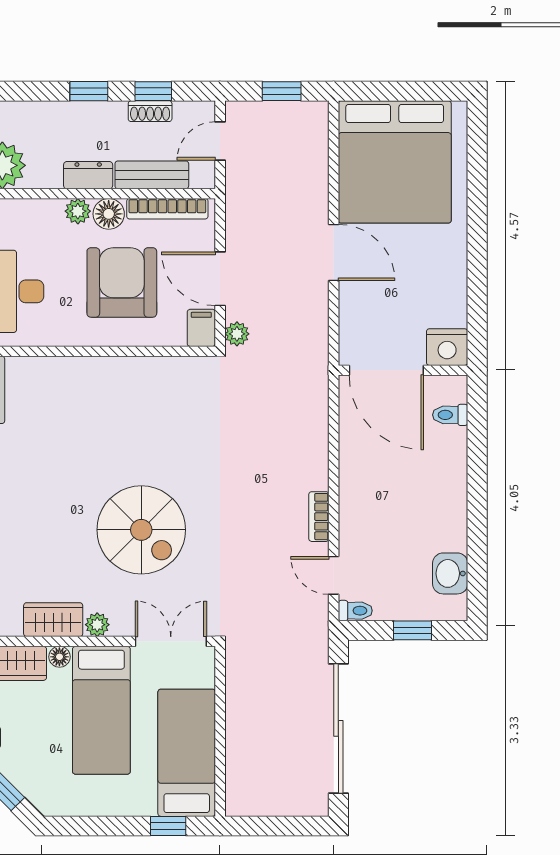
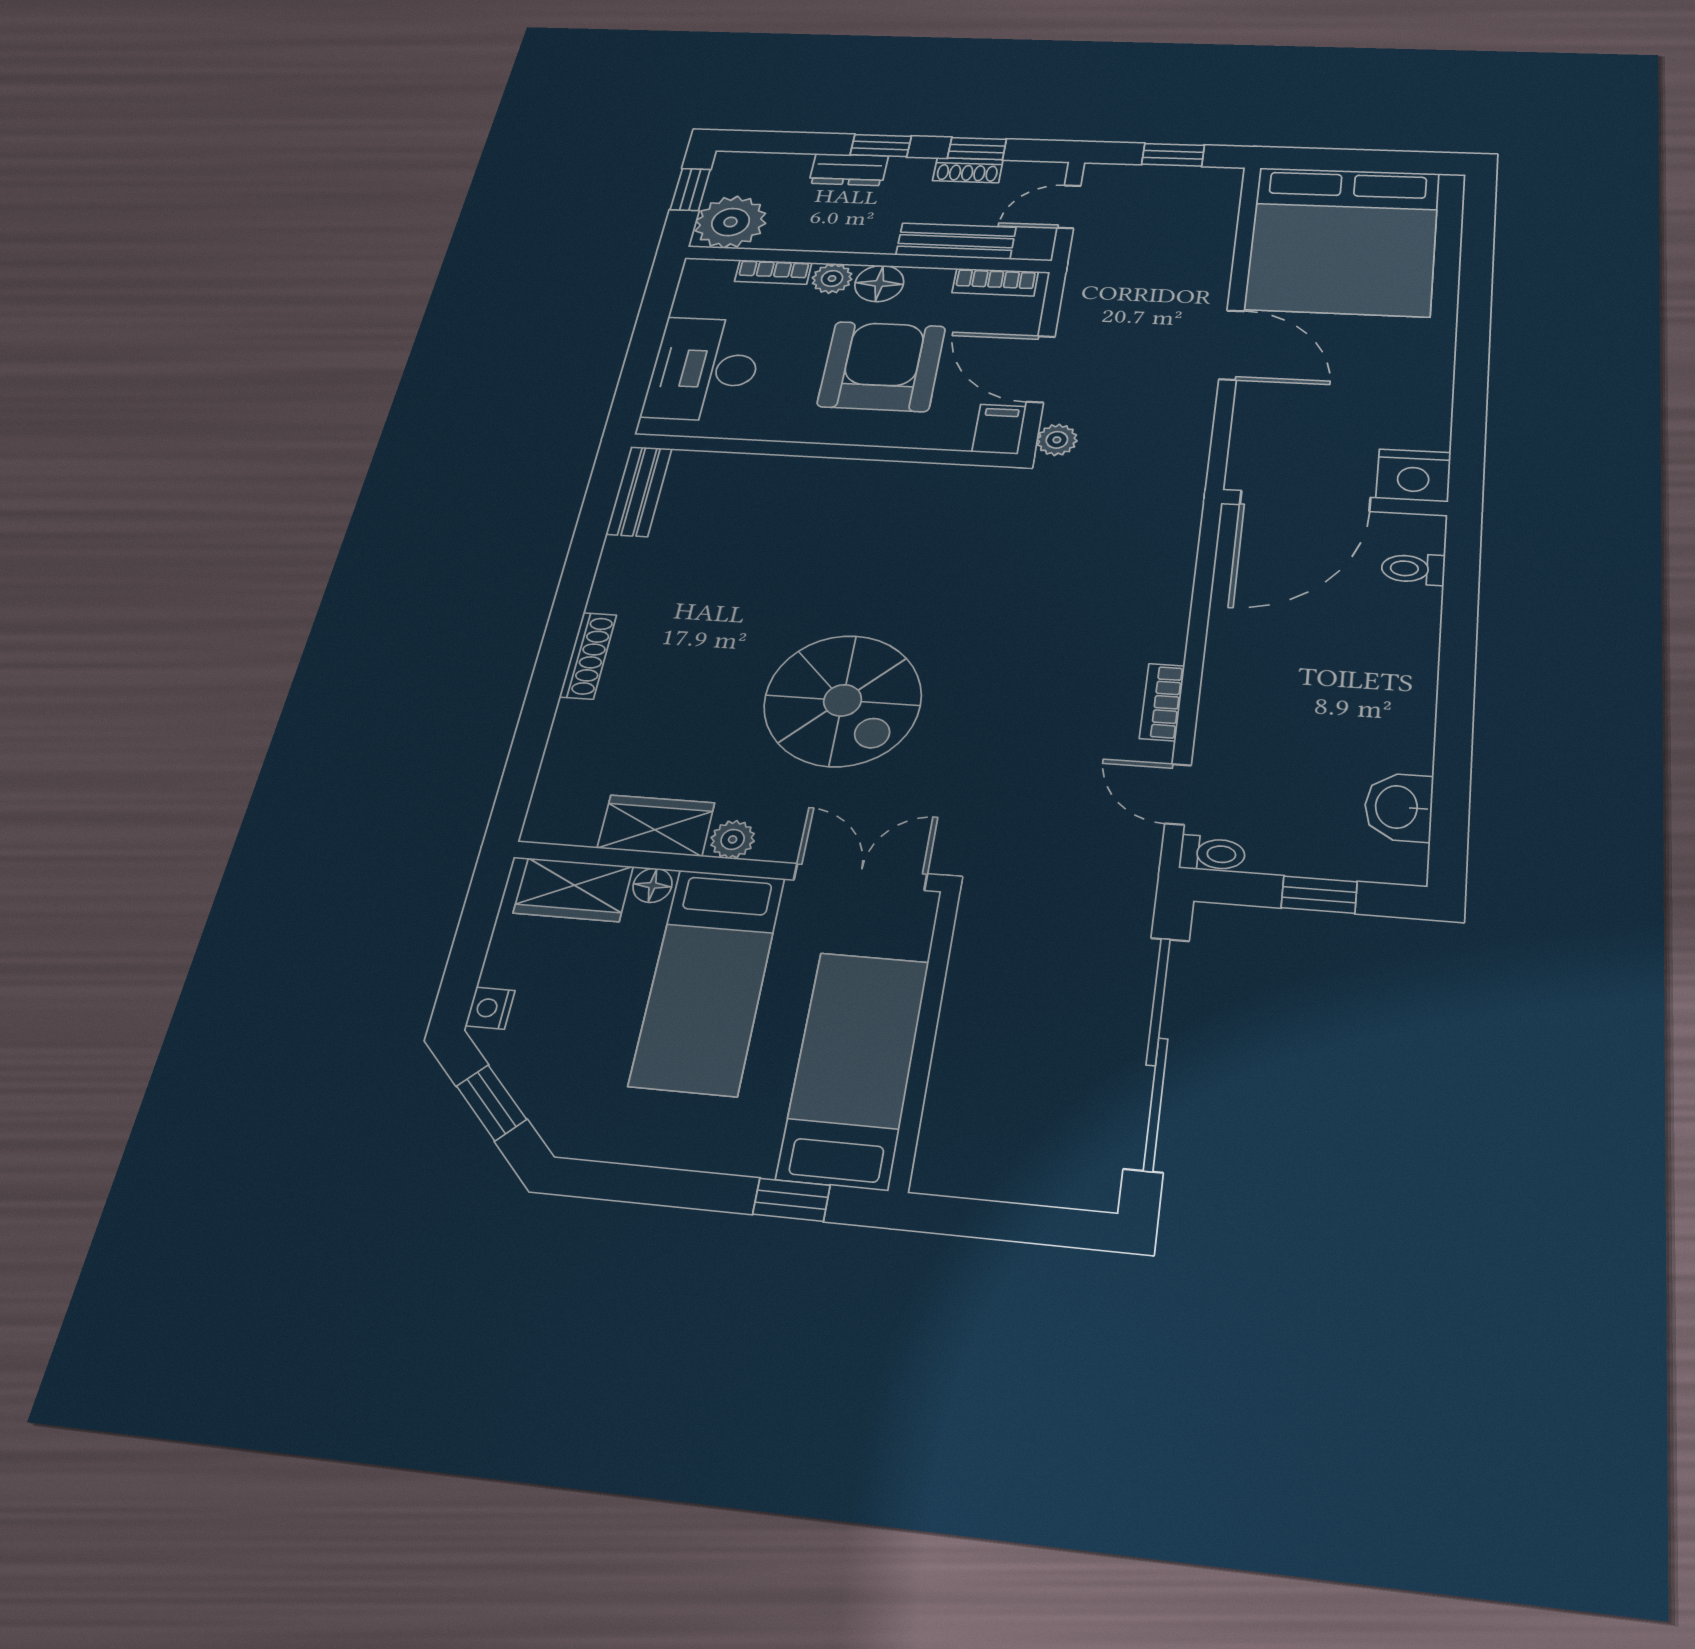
dresser: (88, 175) -> (849, 170), moved, turned 180
bookcase: (39, 208) -> (773, 272), added
bookcase: (167, 209) -> (995, 282), width x0.64
door: (386, 370) -> (1305, 501), hinge flipped

